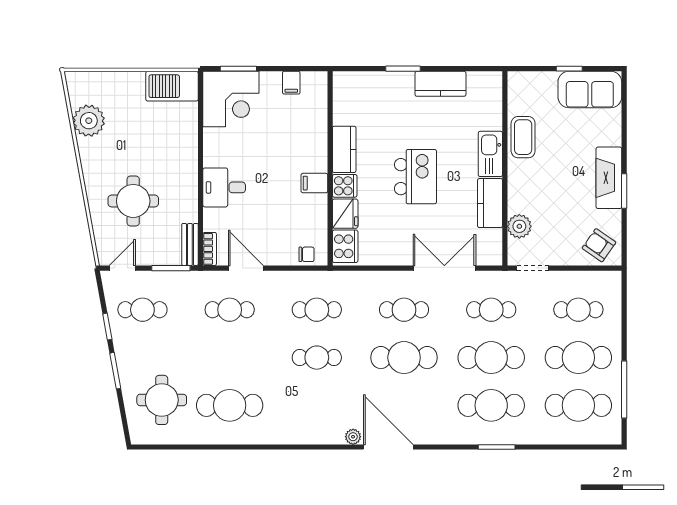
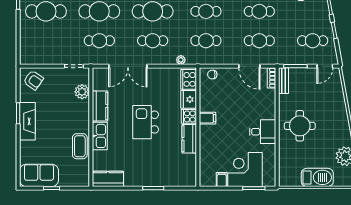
kitchen counter: (440, 84) -> (108, 179), moved
barbecue: (172, 86) -> (317, 177), moved
corner desk: (231, 99) -> (245, 170), moved
desk: (224, 187) -> (263, 132), moved
round table: (133, 201) -> (300, 126), moved
plant: (358, 278) -> (181, 60), added
cafe table: (578, 310) -> (259, 11), moved

